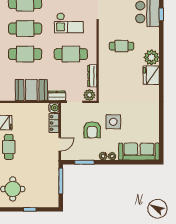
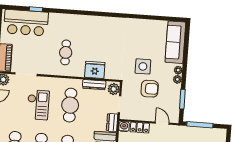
plant: (152, 57) -> (79, 22), removed
fridge: (151, 75) -> (95, 70), moved, turned 180

